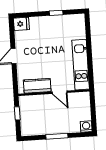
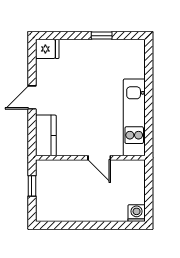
kitchen counter: (37, 86) -> (46, 135), moved, turned 90
window: (57, 136) -> (91, 225), removed

